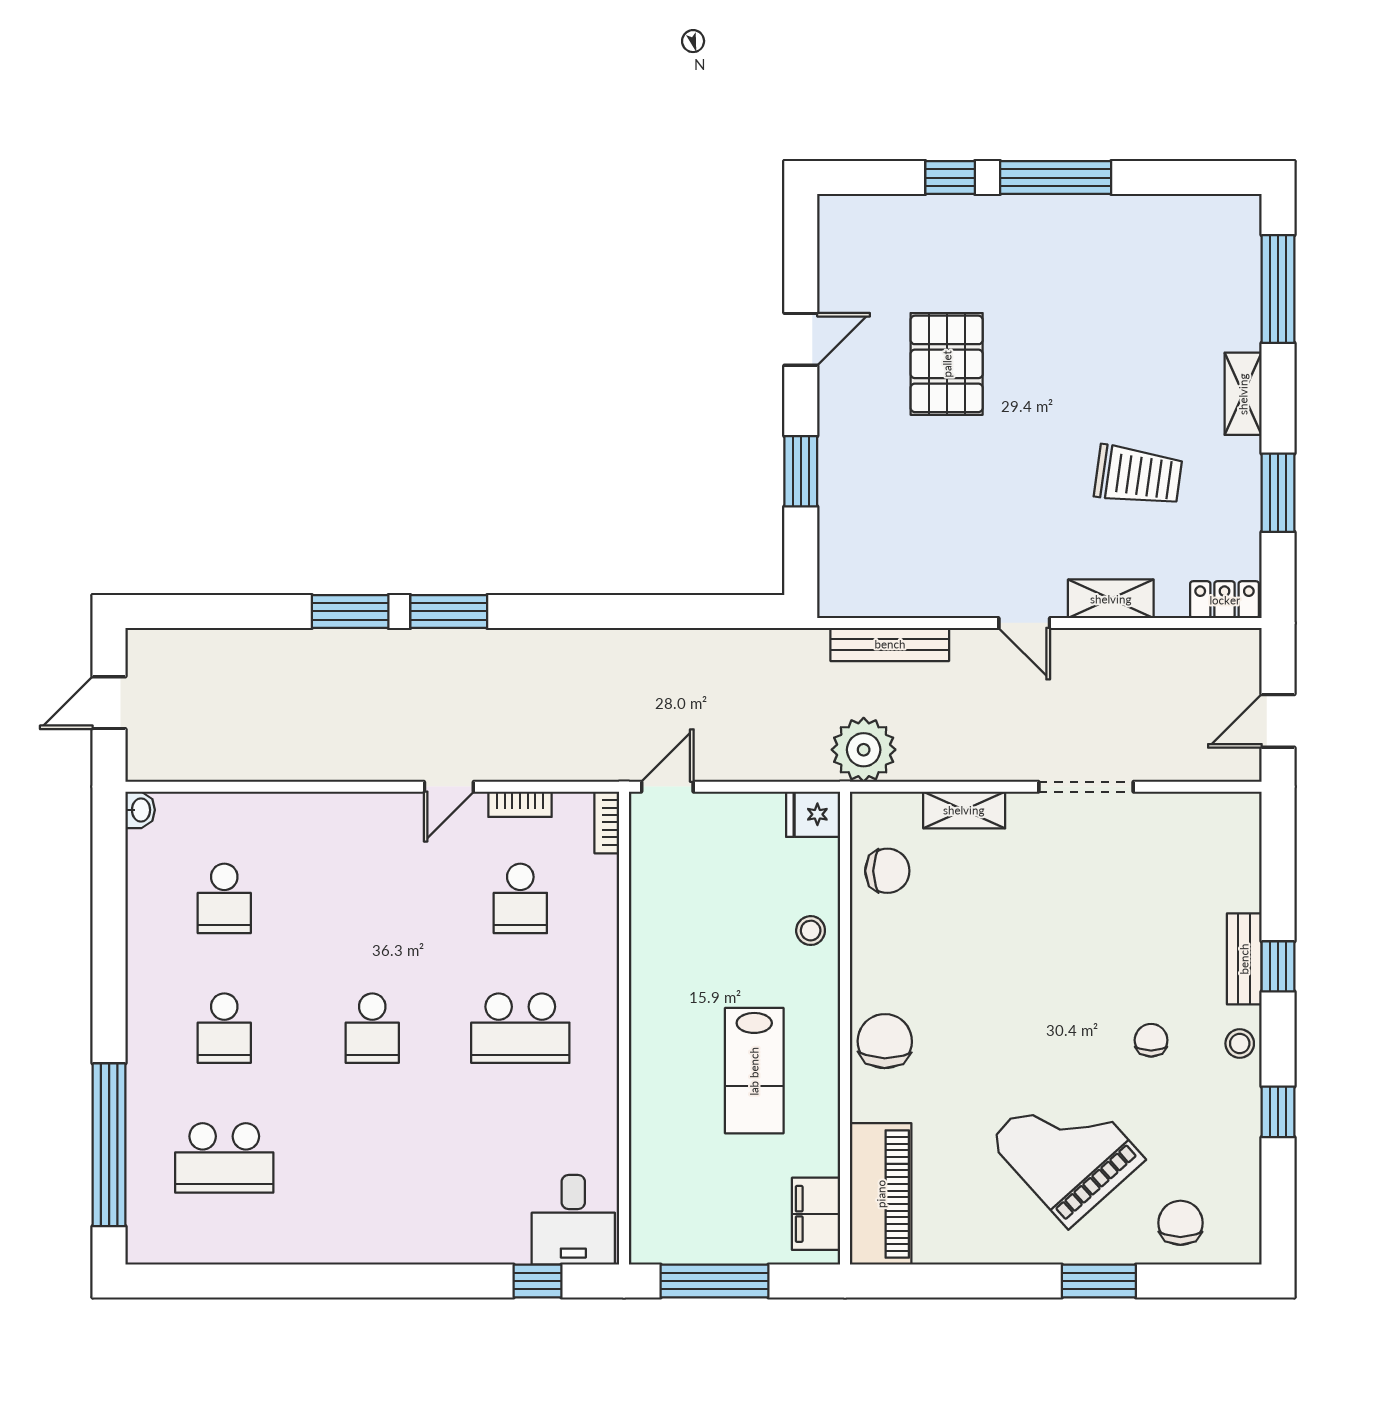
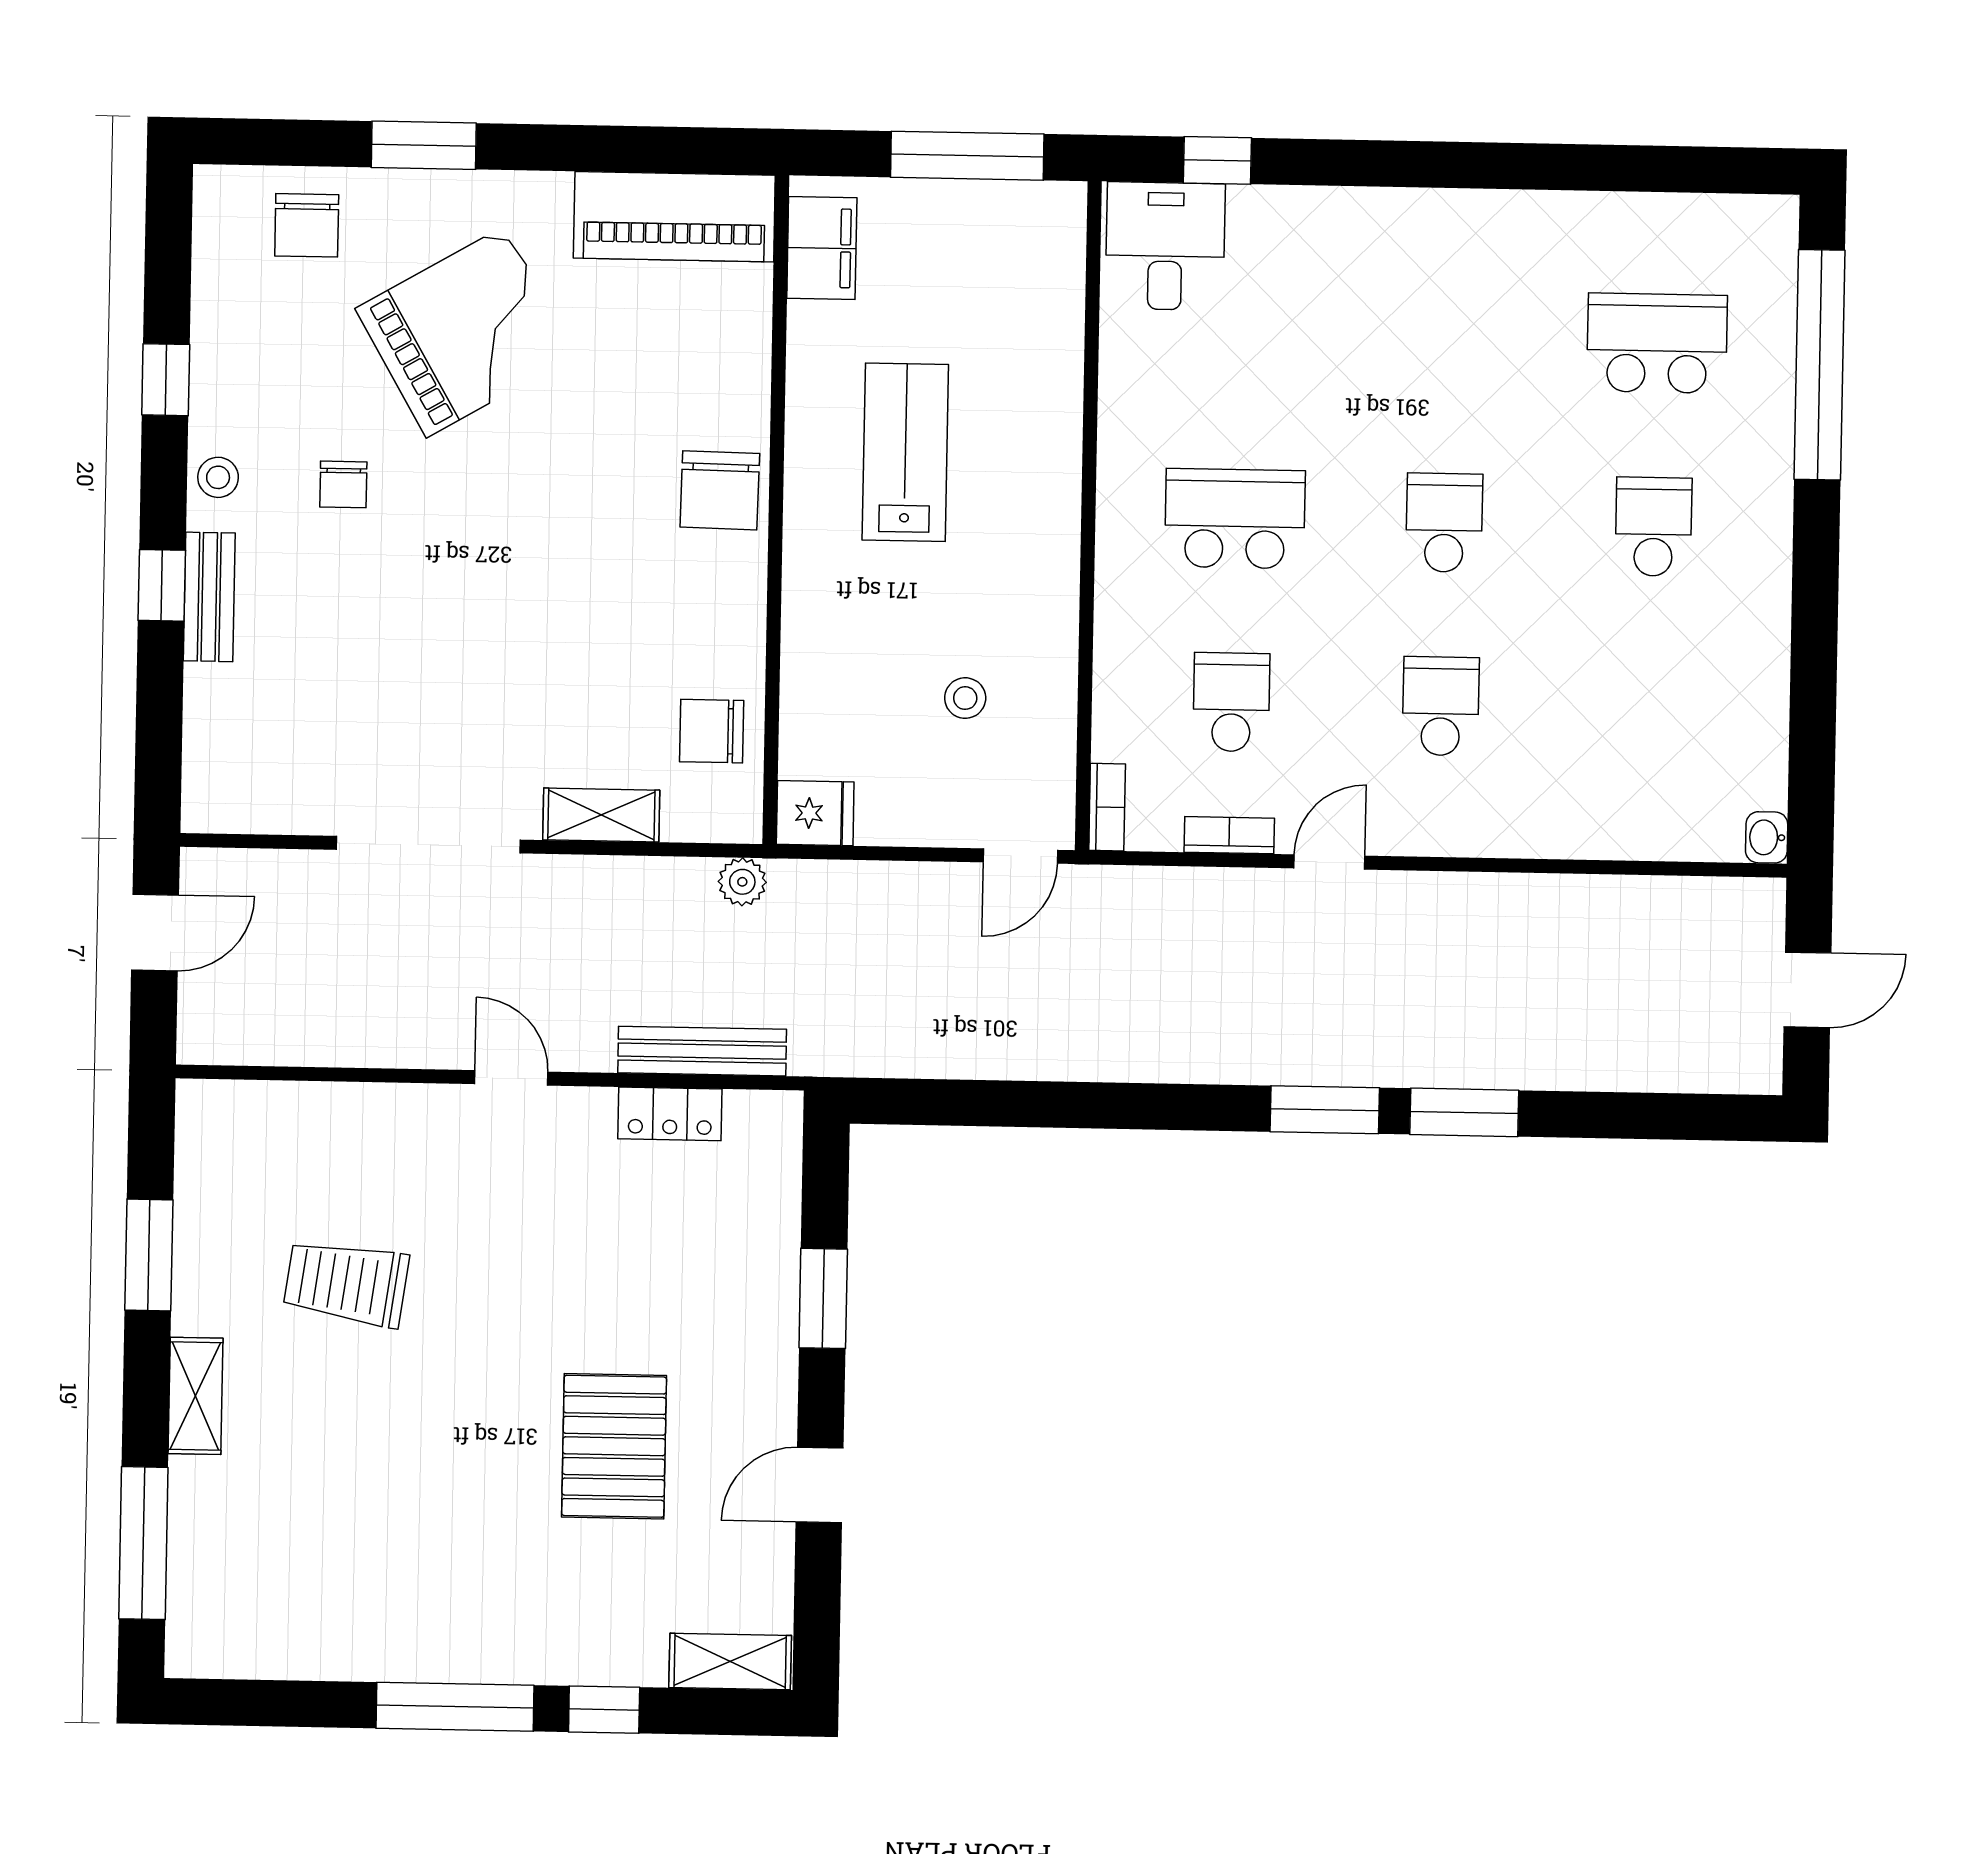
shelving: (1111, 599) -> (730, 1662), moved
locker: (1225, 600) -> (670, 1114), moved
plant: (864, 750) -> (742, 882), width x0.53, depth x0.53
doorway: (1086, 787) -> (428, 845), width x1.36
school desk: (224, 898) -> (1441, 706), moved
stool: (811, 931) -> (965, 698), moved
grand piano: (1067, 1150) -> (465, 332), turned -78
piano: (881, 1194) -> (674, 217), moved, turned -90

